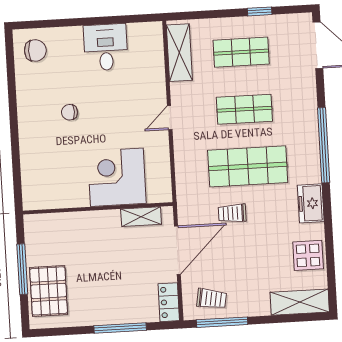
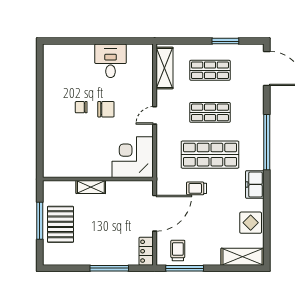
window: (260, 11) -> (225, 41), width x1.50
chair: (35, 50) -> (106, 109), moved
corner desk: (117, 177) -> (133, 157), moved
shelving: (141, 217) -> (91, 187), moved
pallet: (49, 291) -> (60, 224), moved
trolley: (212, 299) -> (178, 250), turned -100

